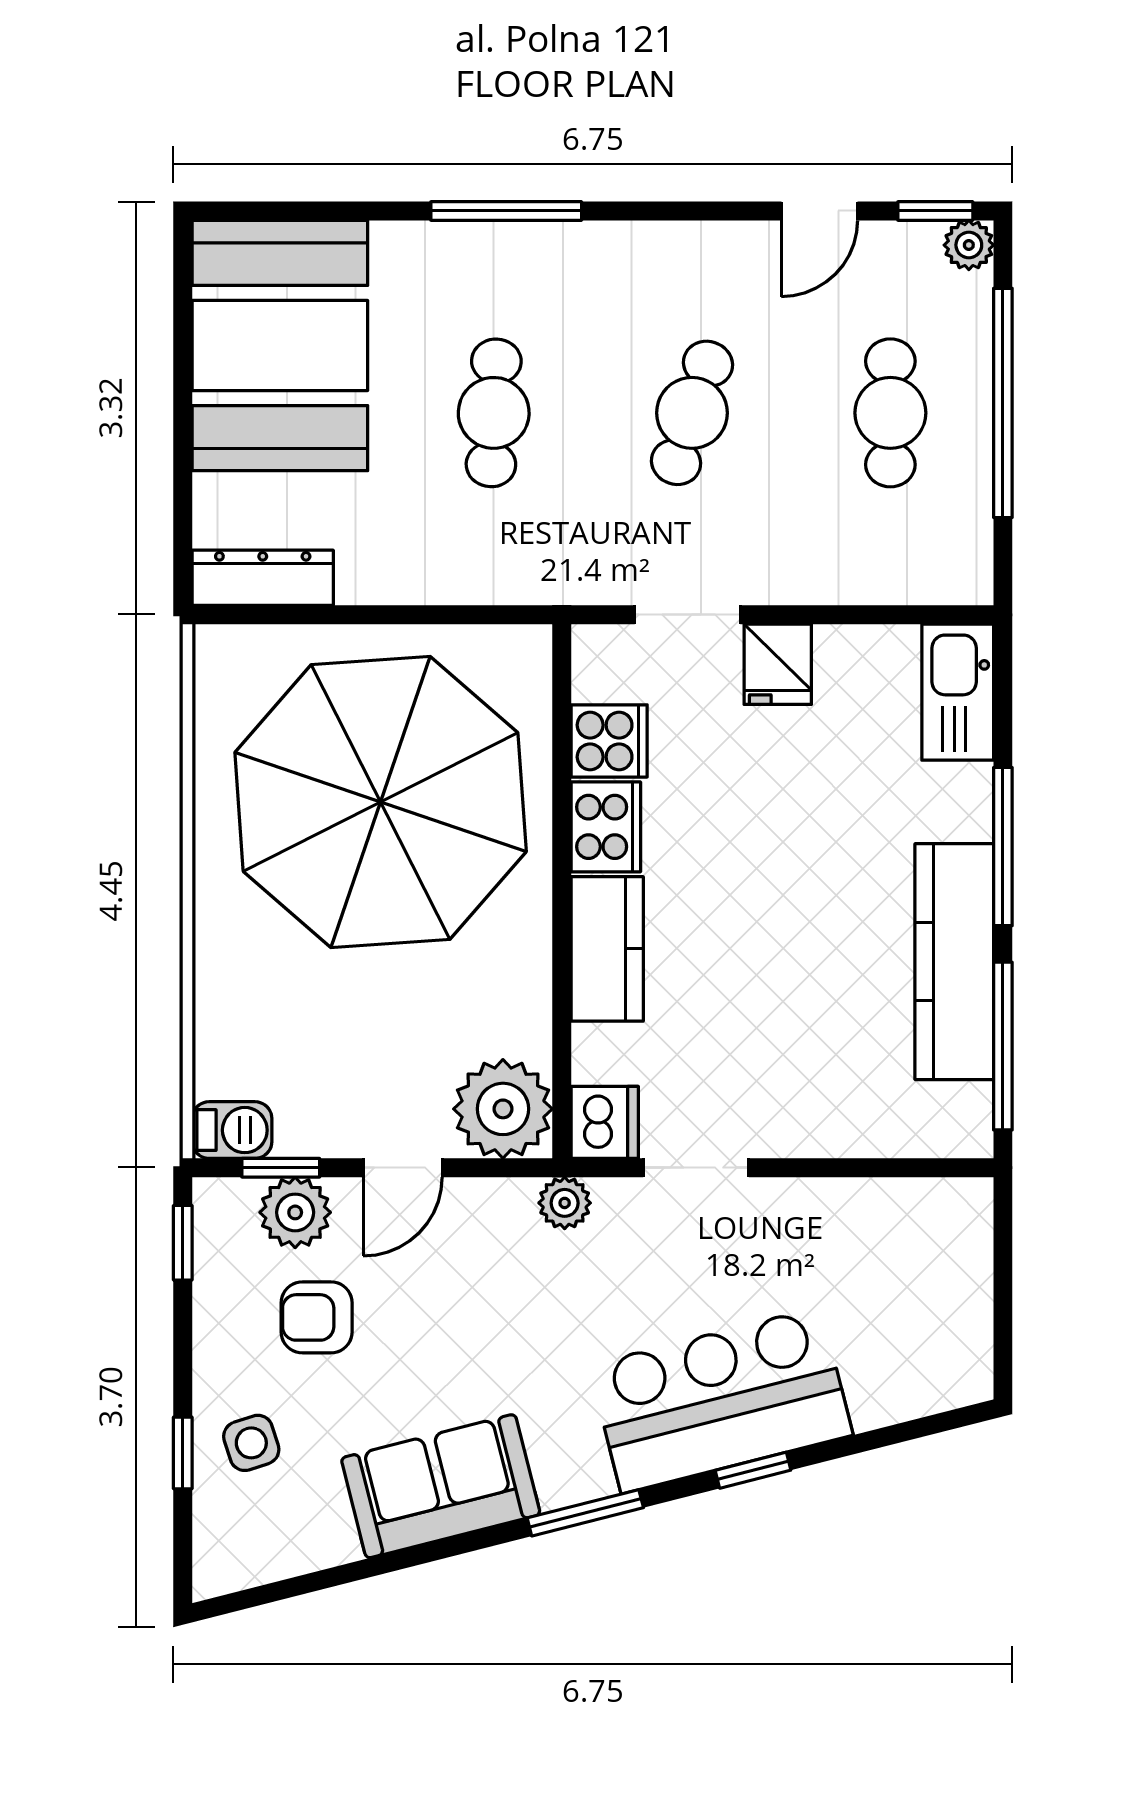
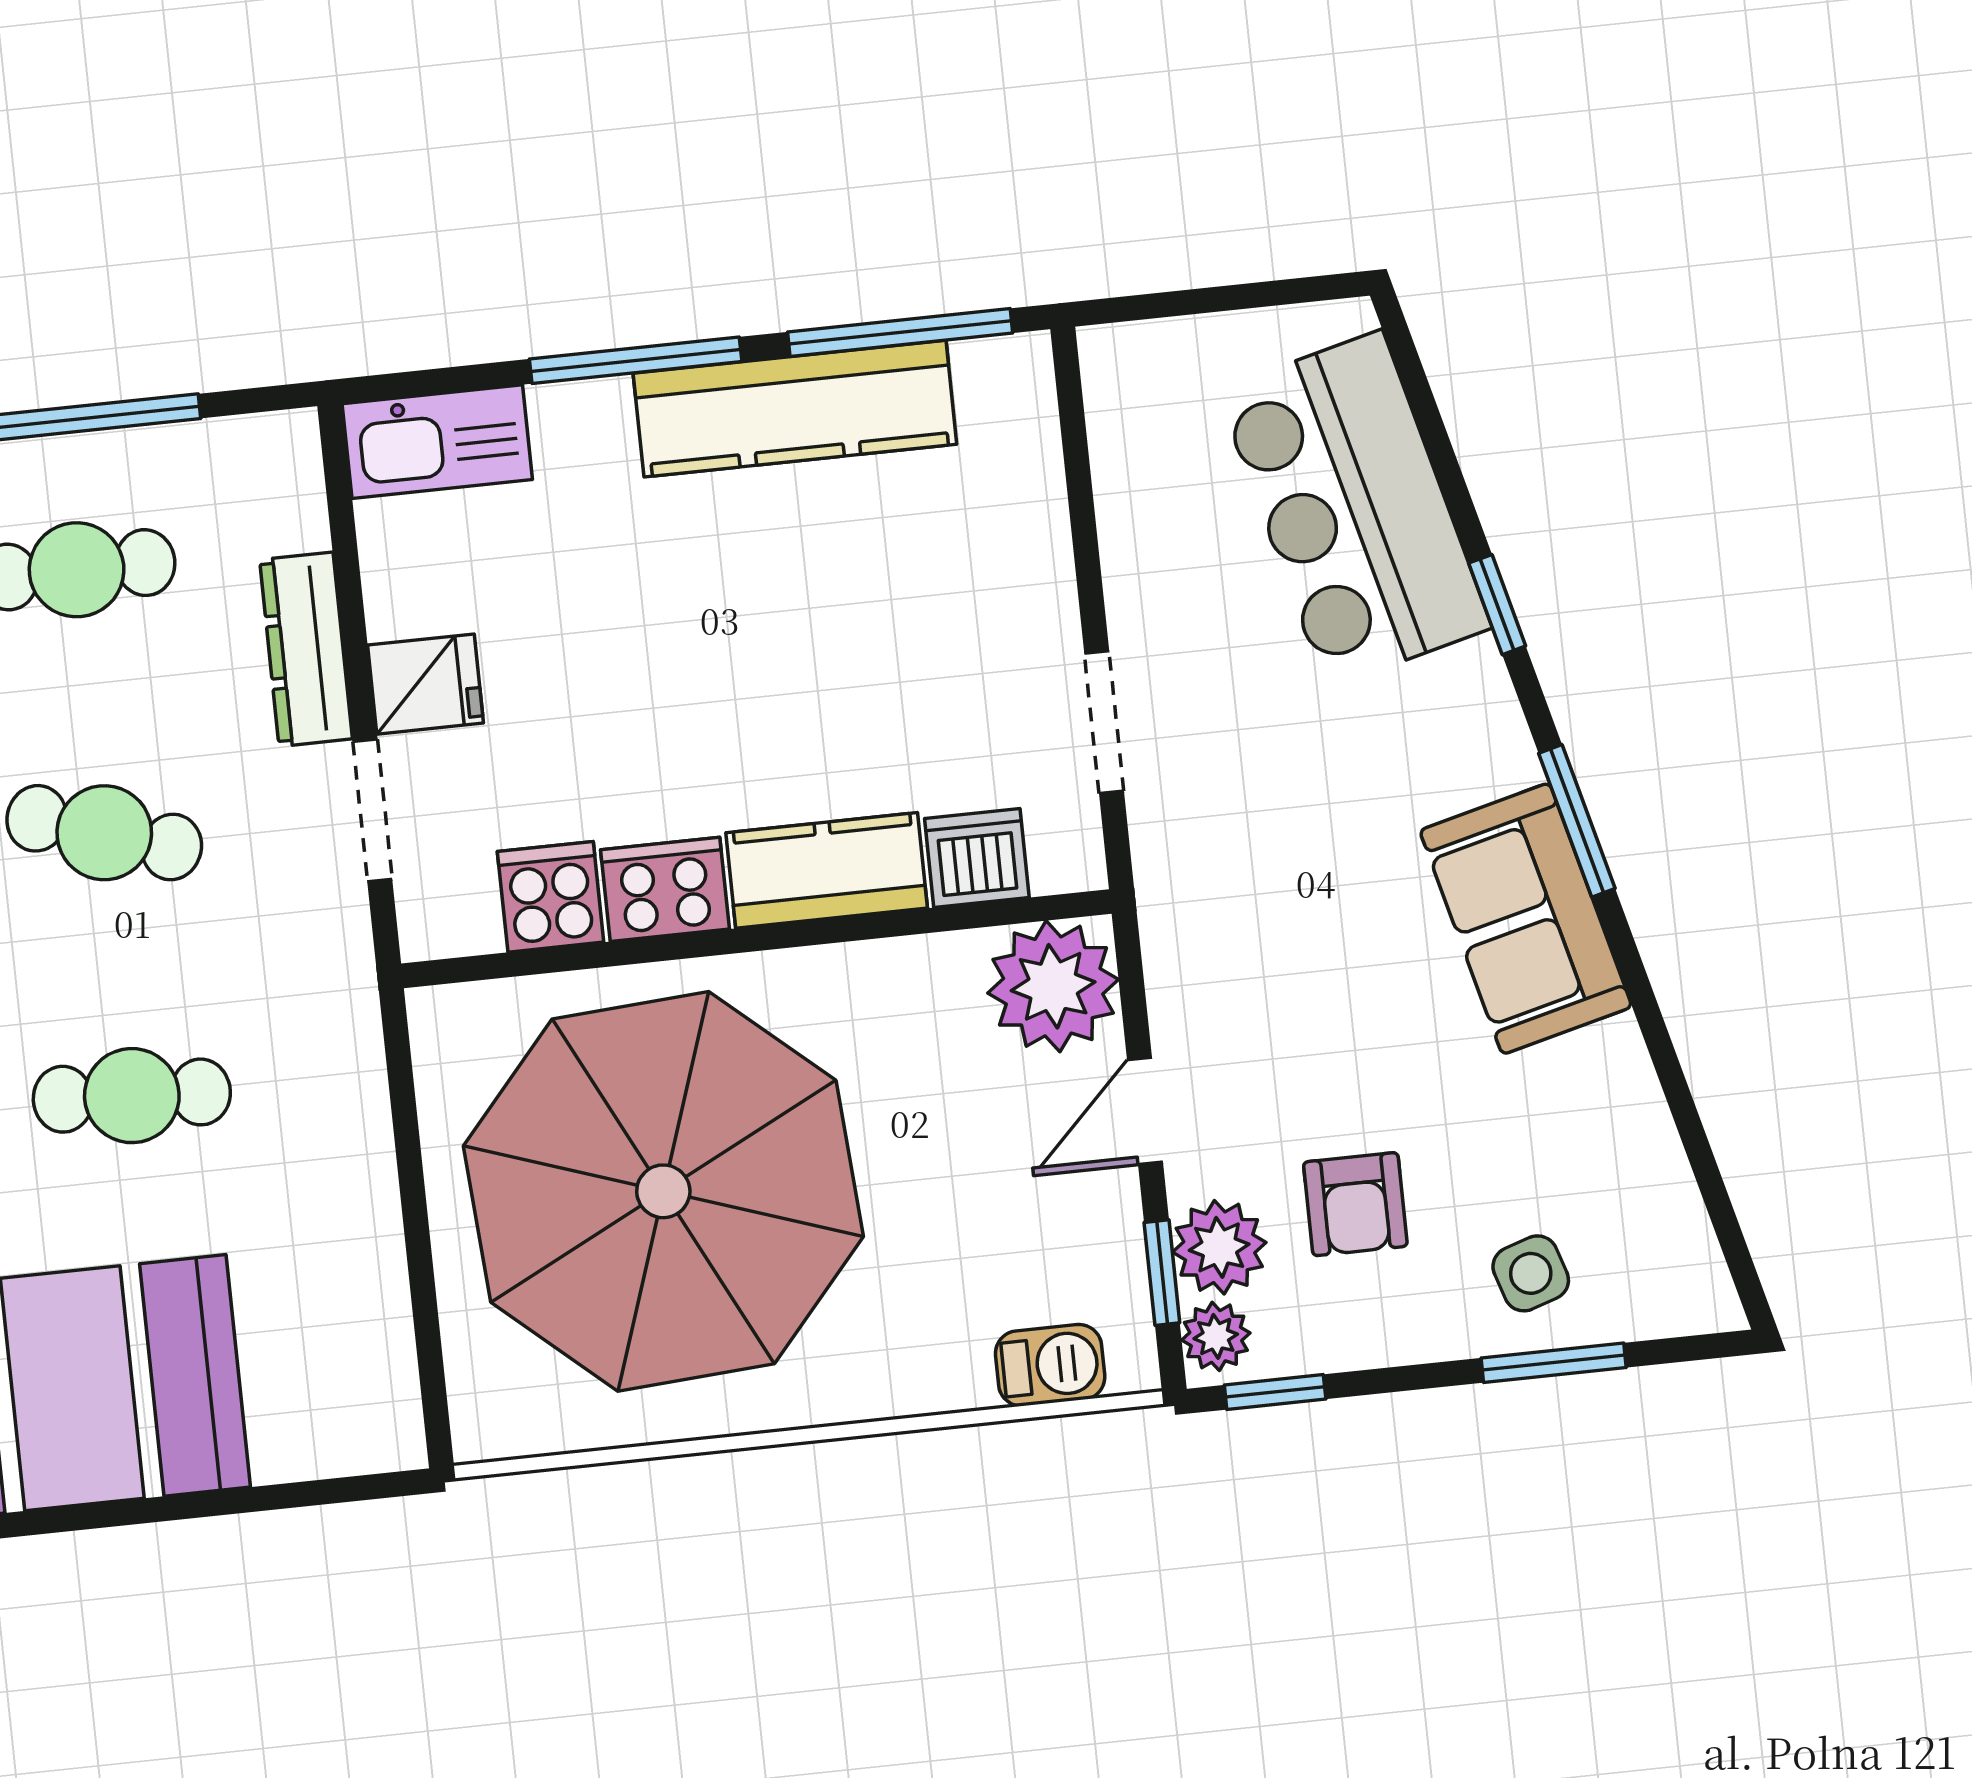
dresser: (263, 578) -> (306, 649), moved
dishwasher: (605, 1122) -> (977, 858), moved
barbecue: (232, 1130) -> (1050, 1365), moved, turned 90
door: (403, 1168) -> (1145, 1111), swing flipped
plant: (565, 1203) -> (1216, 1336), moved
bar counter: (721, 1400) -> (1354, 509), moved
window: (183, 1453) -> (1554, 1363), width x1.50
sofa: (441, 1486) -> (1526, 919), moved

